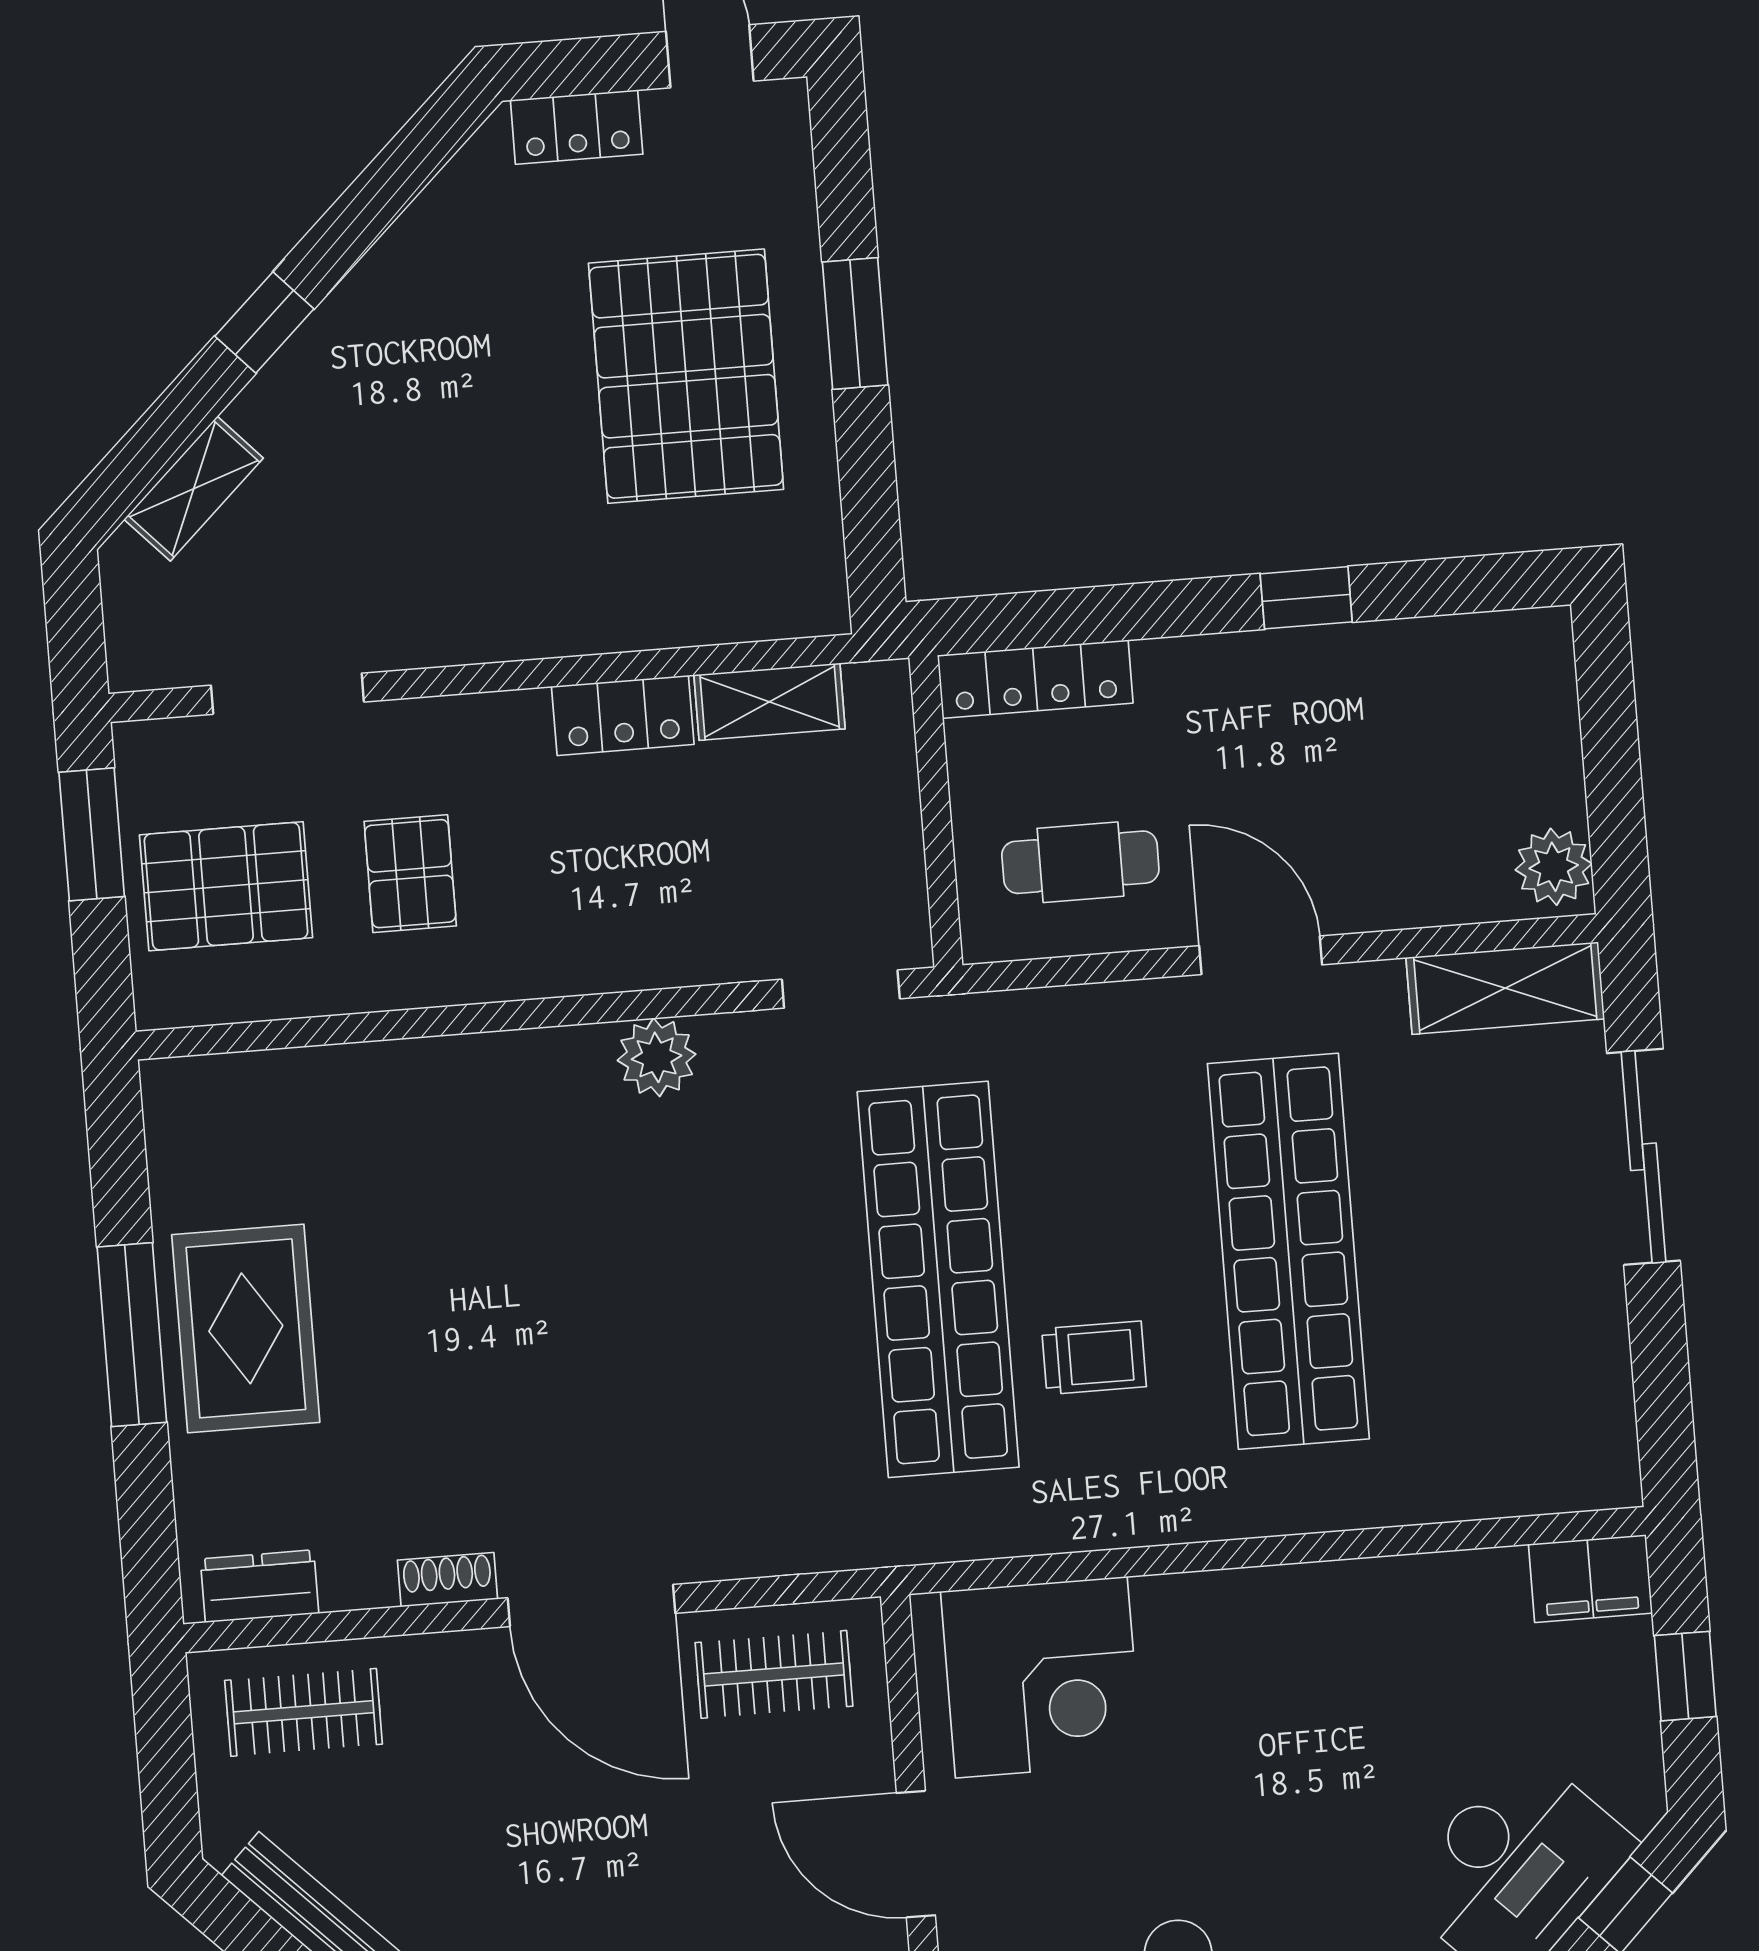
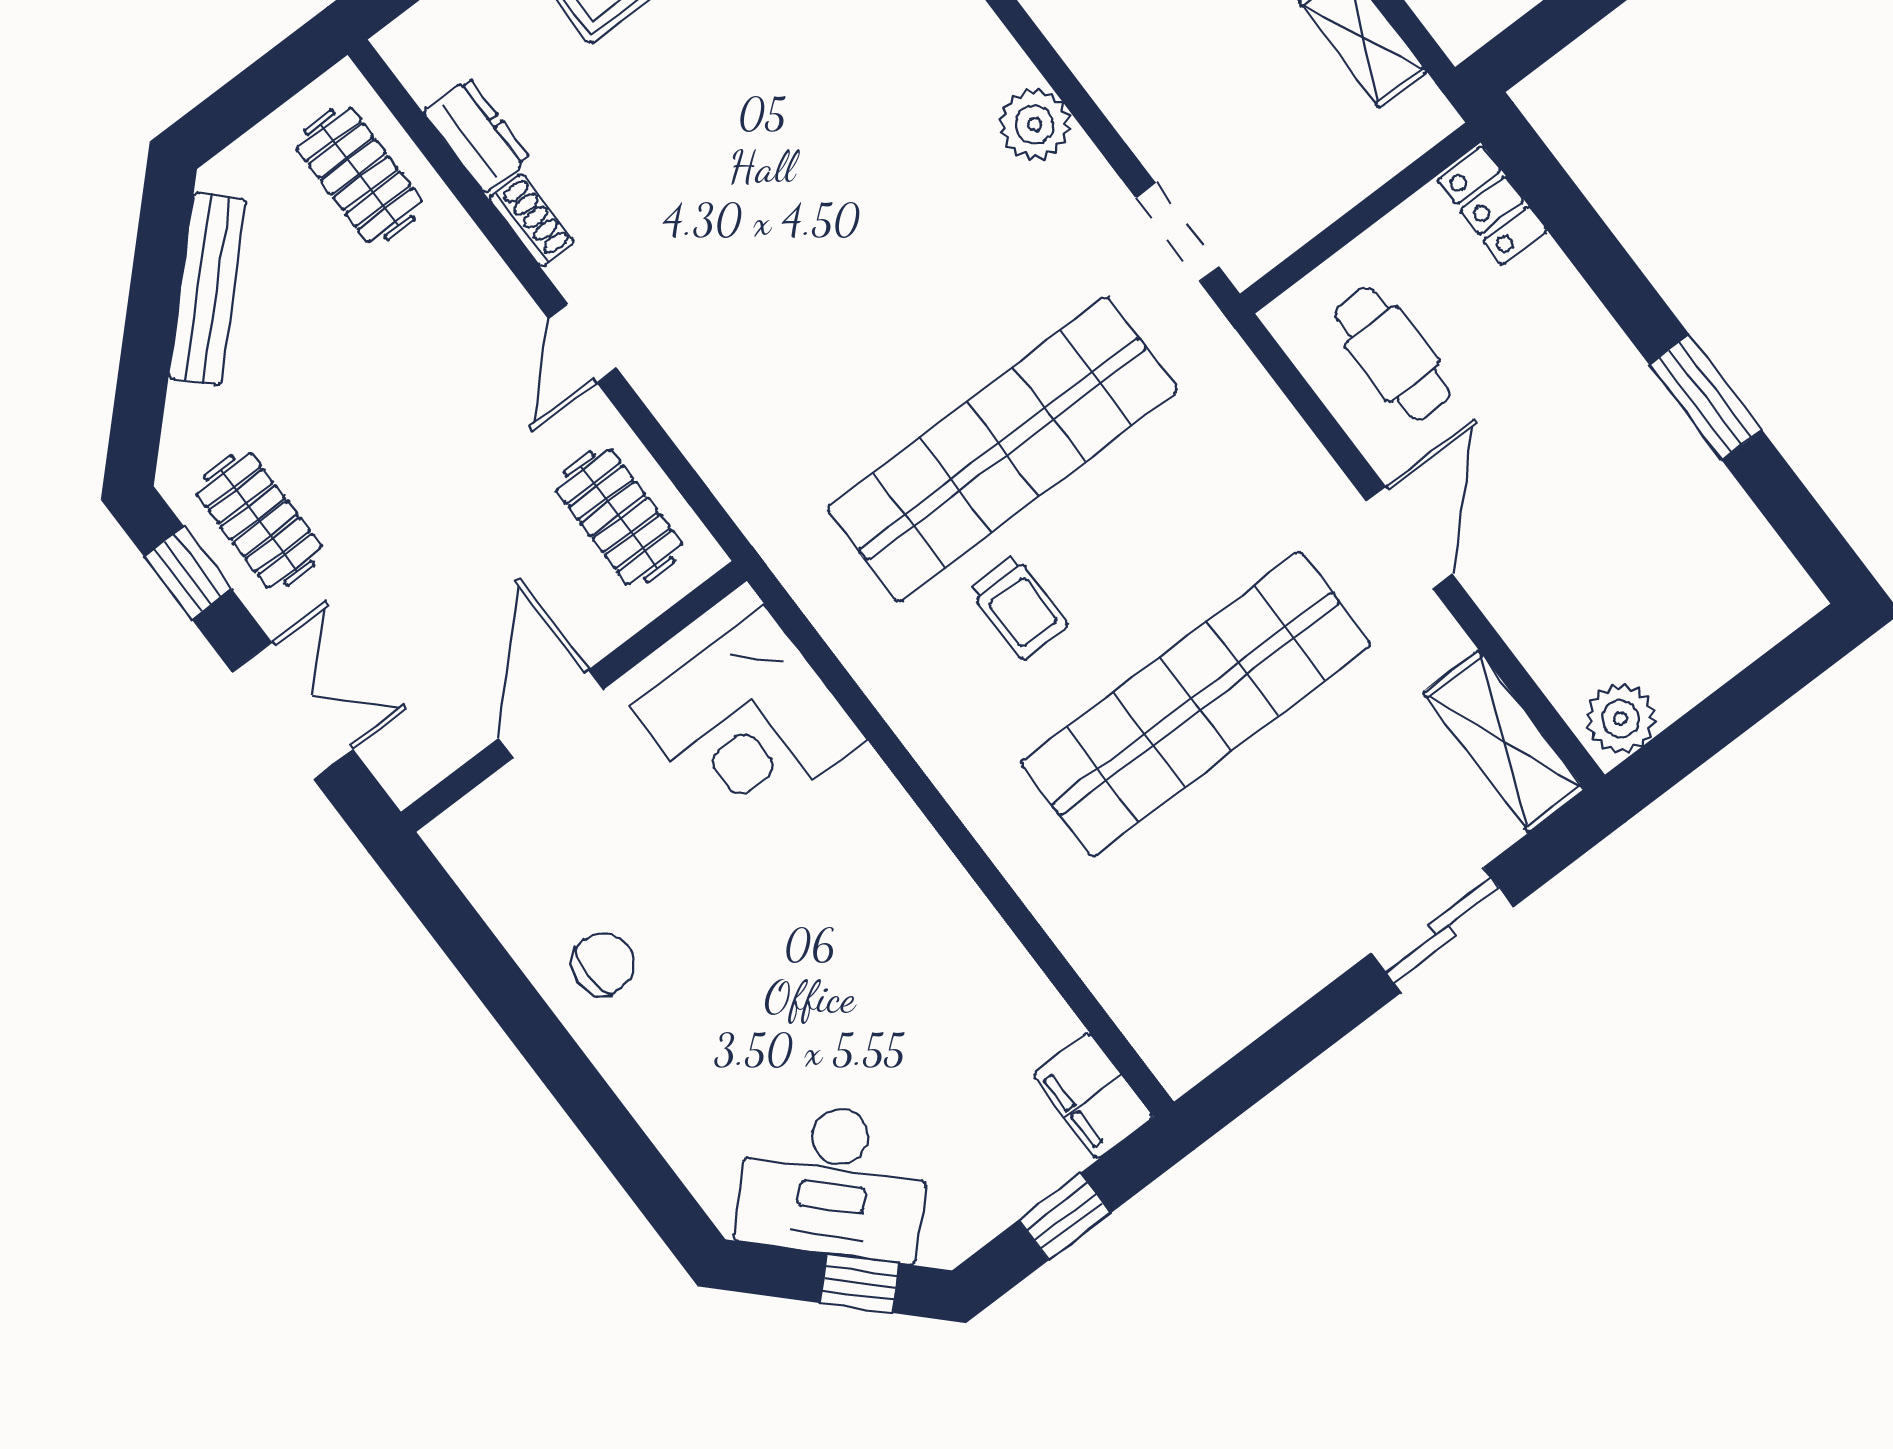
window: (1306, 598) -> (1705, 397), width x1.50
locker: (1035, 679) -> (1492, 205), width x0.66
sliding door: (1643, 1157) -> (1442, 930), width x0.73
dresser: (260, 1586) -> (477, 135), moved
door: (591, 1606) -> (582, 343), width x0.53

